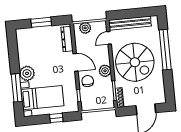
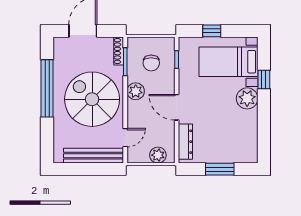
window: (165, 50) -> (47, 88), moved
chair: (88, 81) -> (151, 63), moved
window: (17, 88) -> (264, 79), width x0.46

